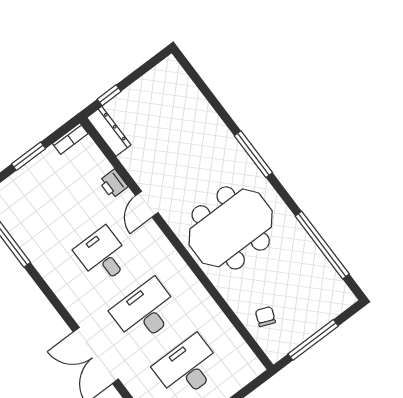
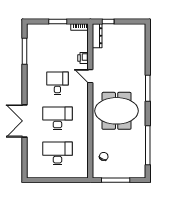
door: (147, 204) -> (90, 76), hinge flipped

